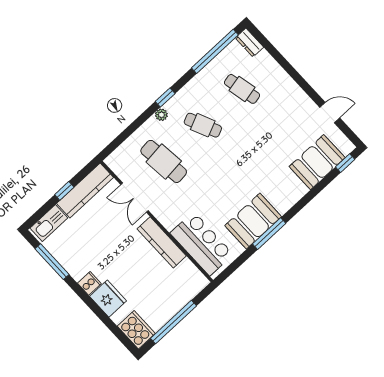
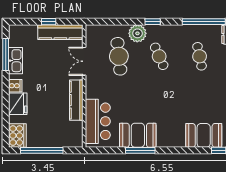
plant: (161, 115) -> (137, 33), width x1.88, depth x1.88
kitchen sink: (49, 223) -> (16, 61), moved, turned -90

